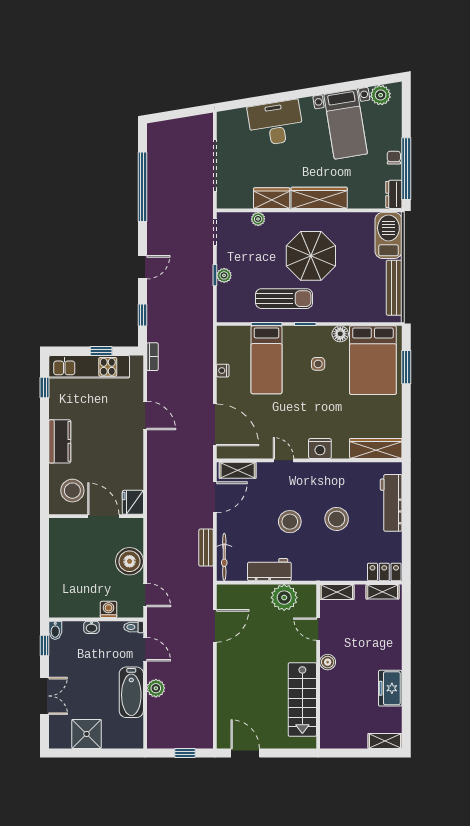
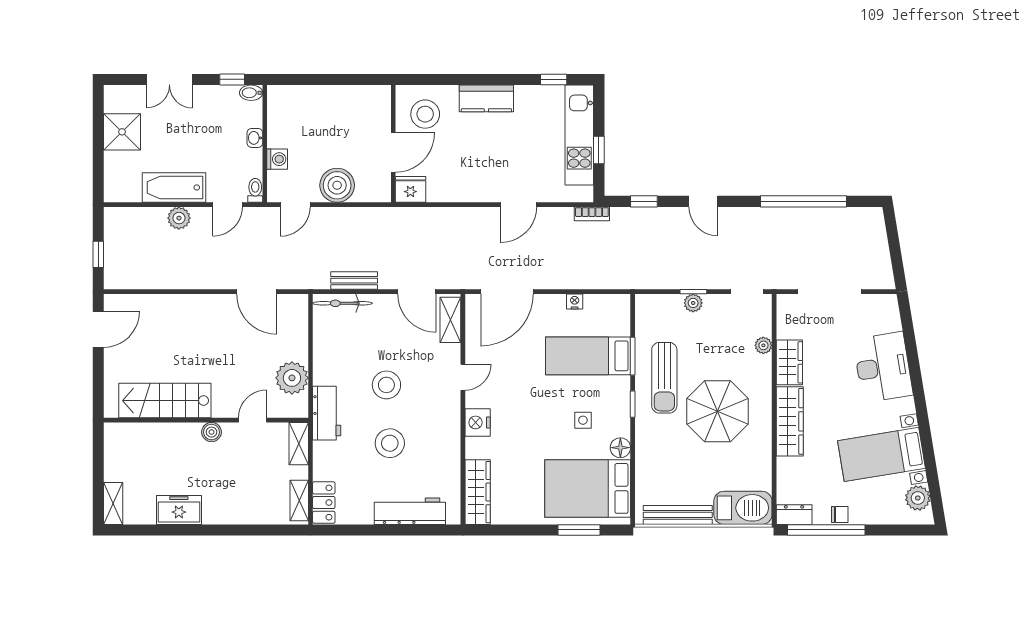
workbench: (269, 570) -> (327, 413), moved

